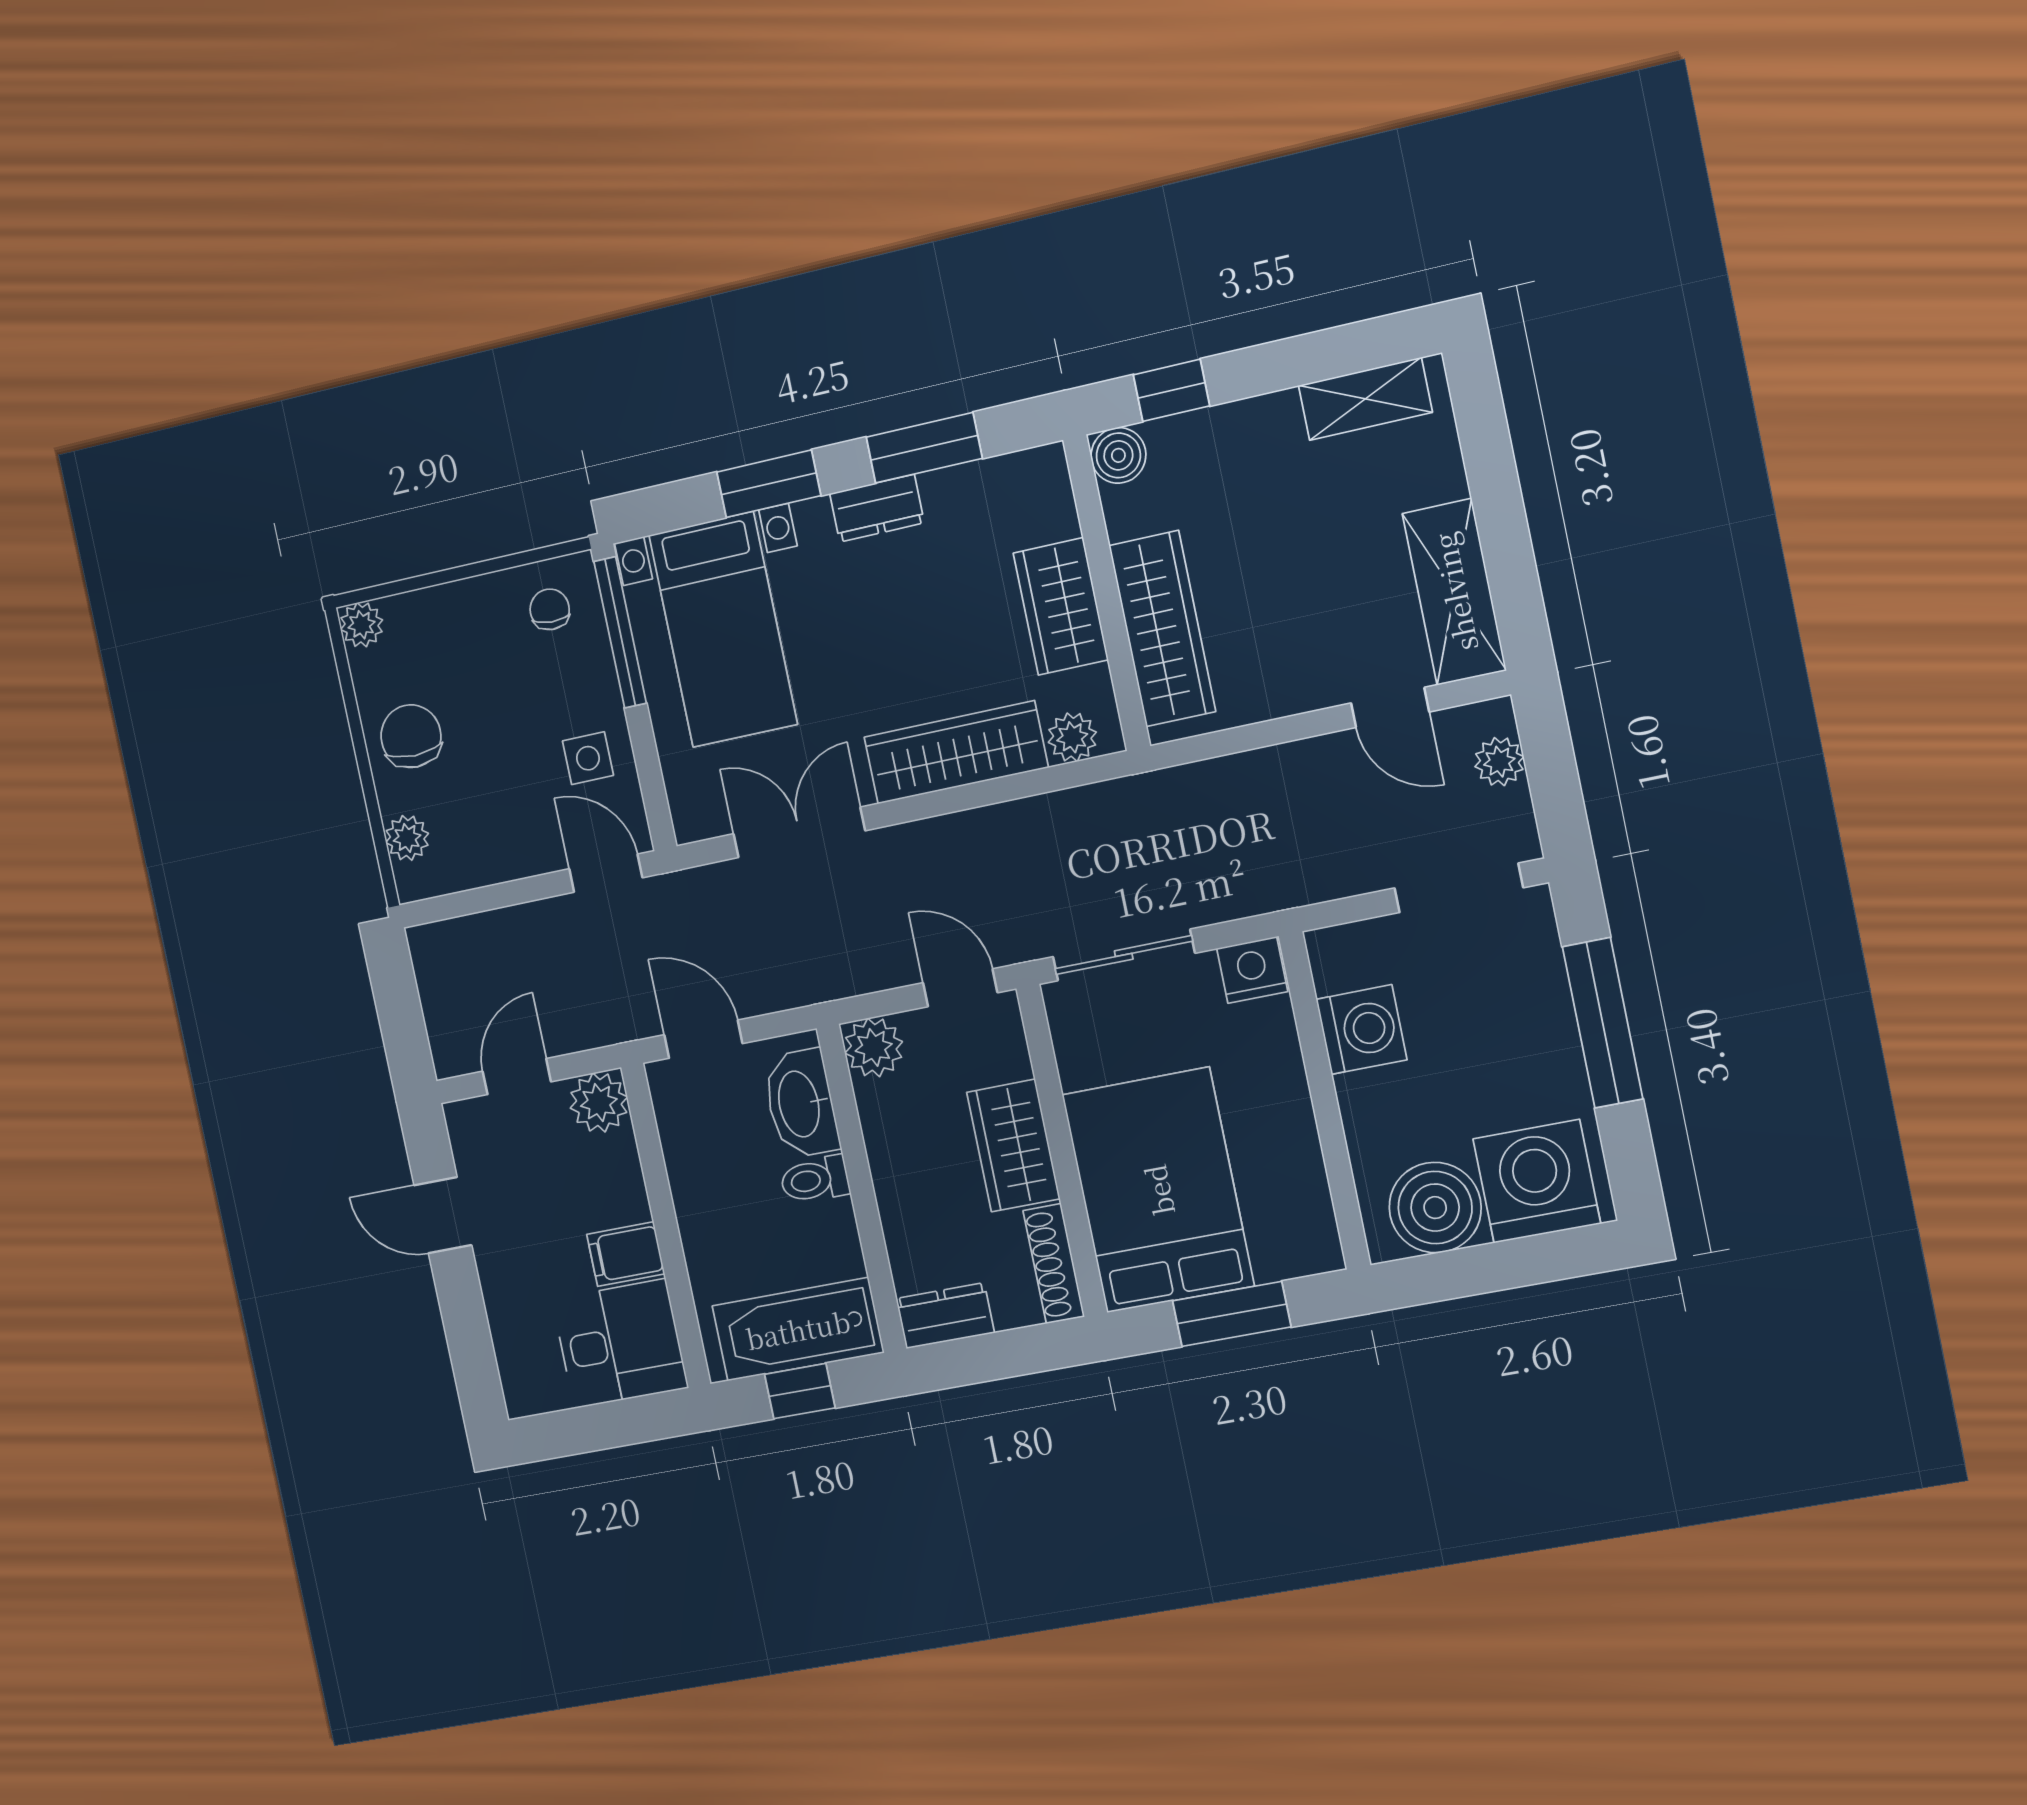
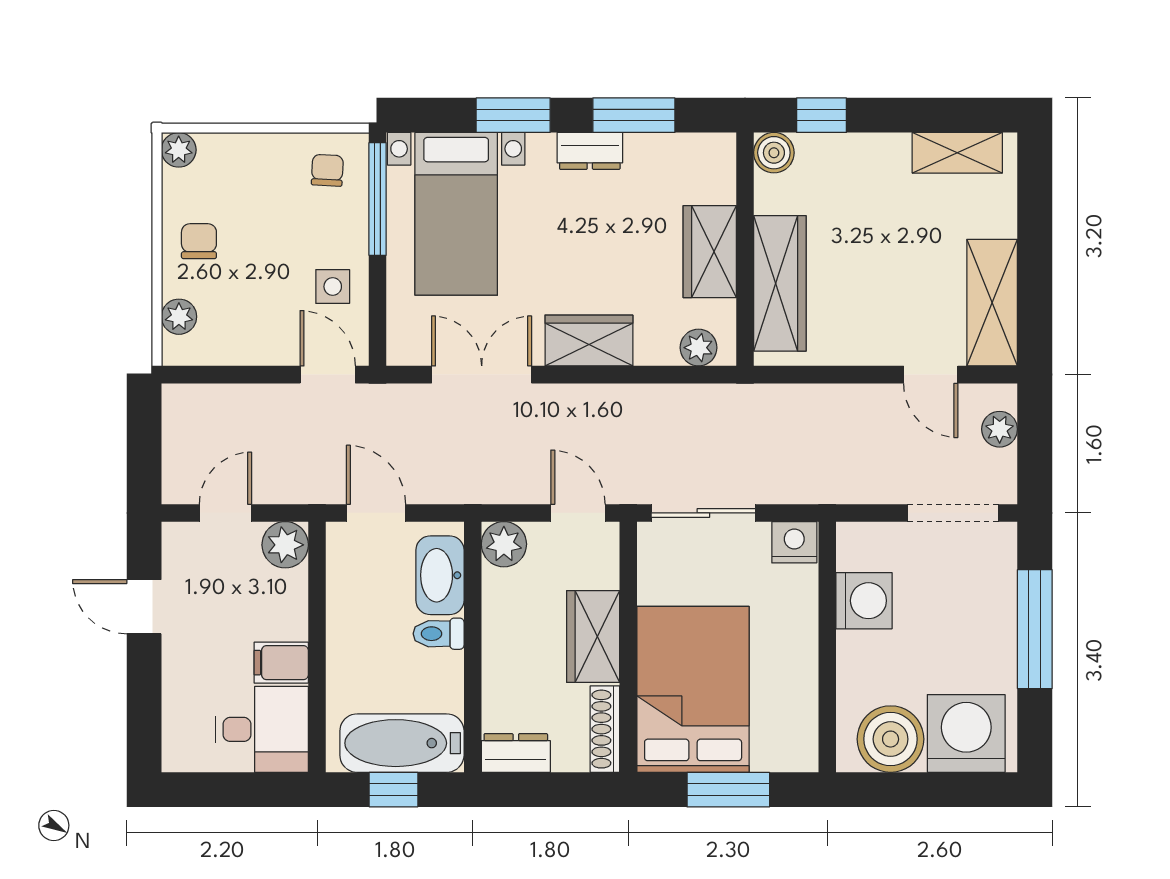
chair: (411, 736) -> (199, 241), width x0.73, depth x0.73
wardrobe: (956, 752) -> (589, 341), width x0.67

